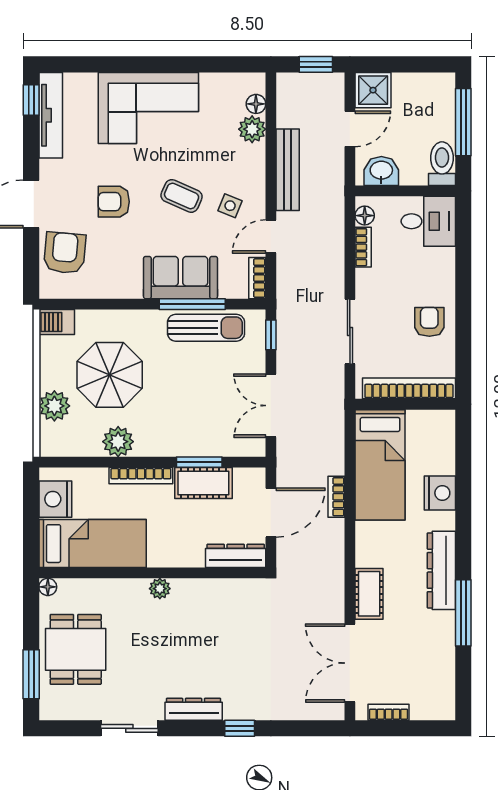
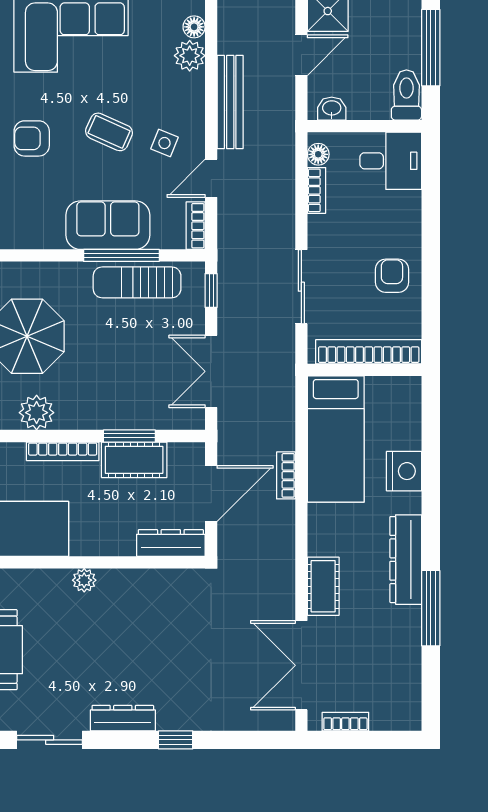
washbasin: (381, 171) -> (332, 109), width x0.72, depth x0.69
sun lounger: (206, 328) -> (137, 282), turned 180

